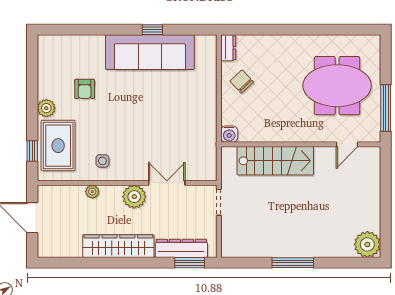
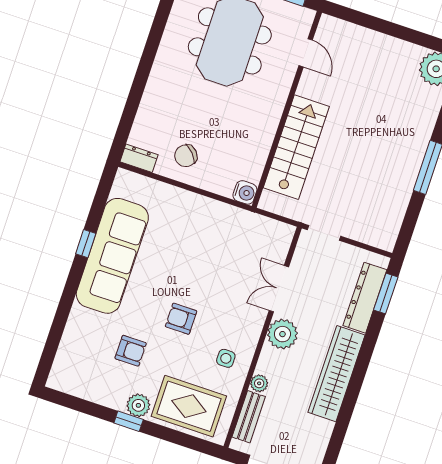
armchair: (121, 118) -> (181, 319), added
window: (32, 151) -> (129, 421), moved
bench: (65, 192) -> (249, 417), added

